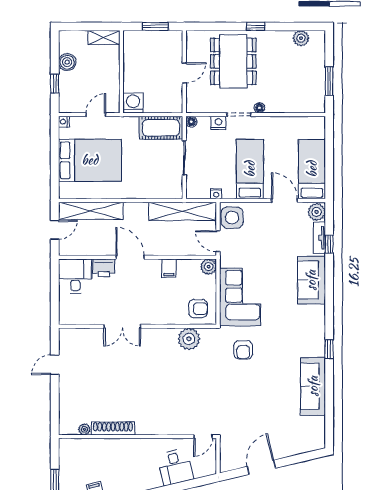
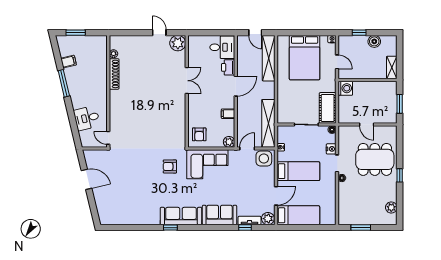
double door: (122, 326) -> (187, 81), swing flipped
plant: (189, 339) -> (178, 43), moved
sofa: (313, 386) -> (181, 216), moved

